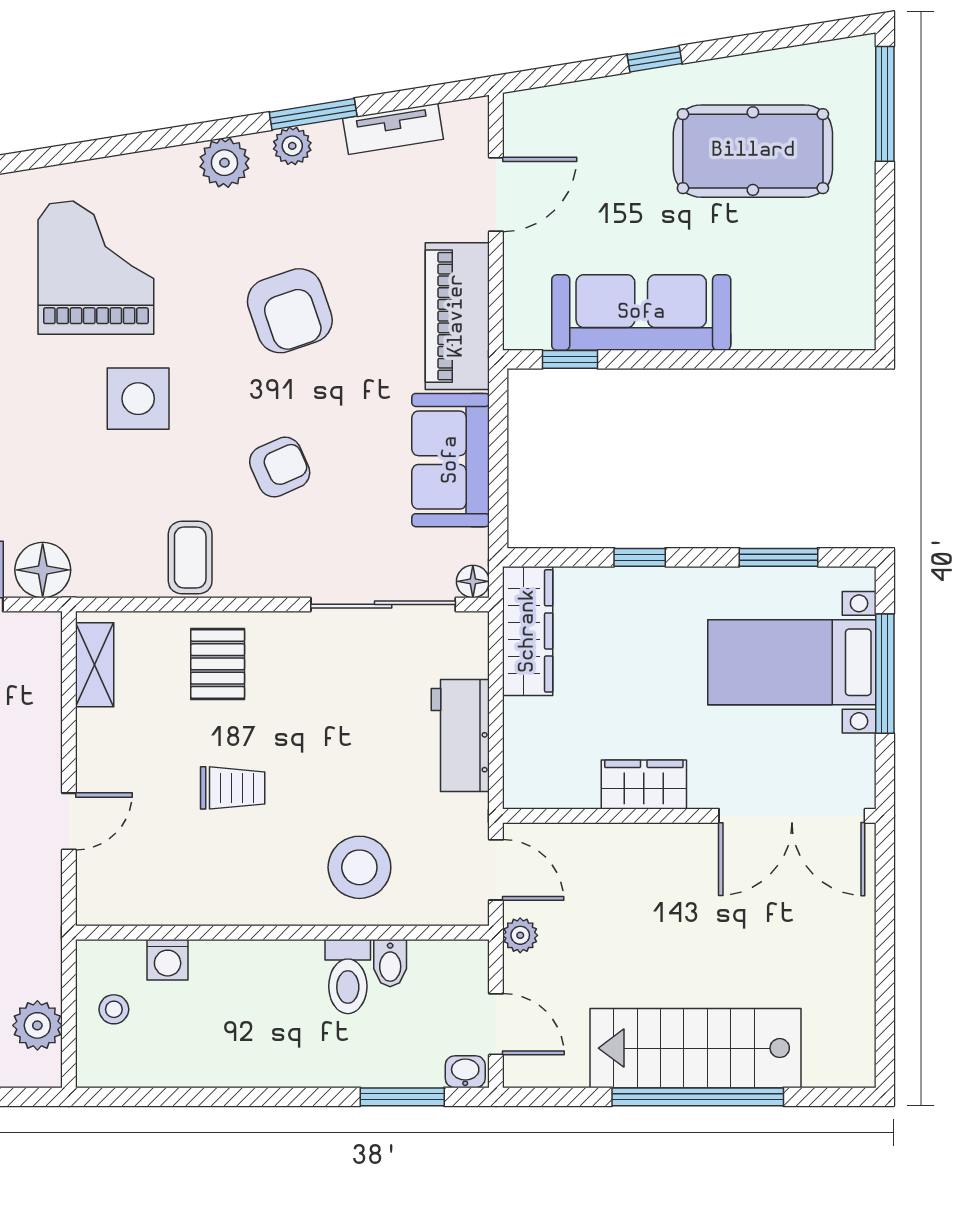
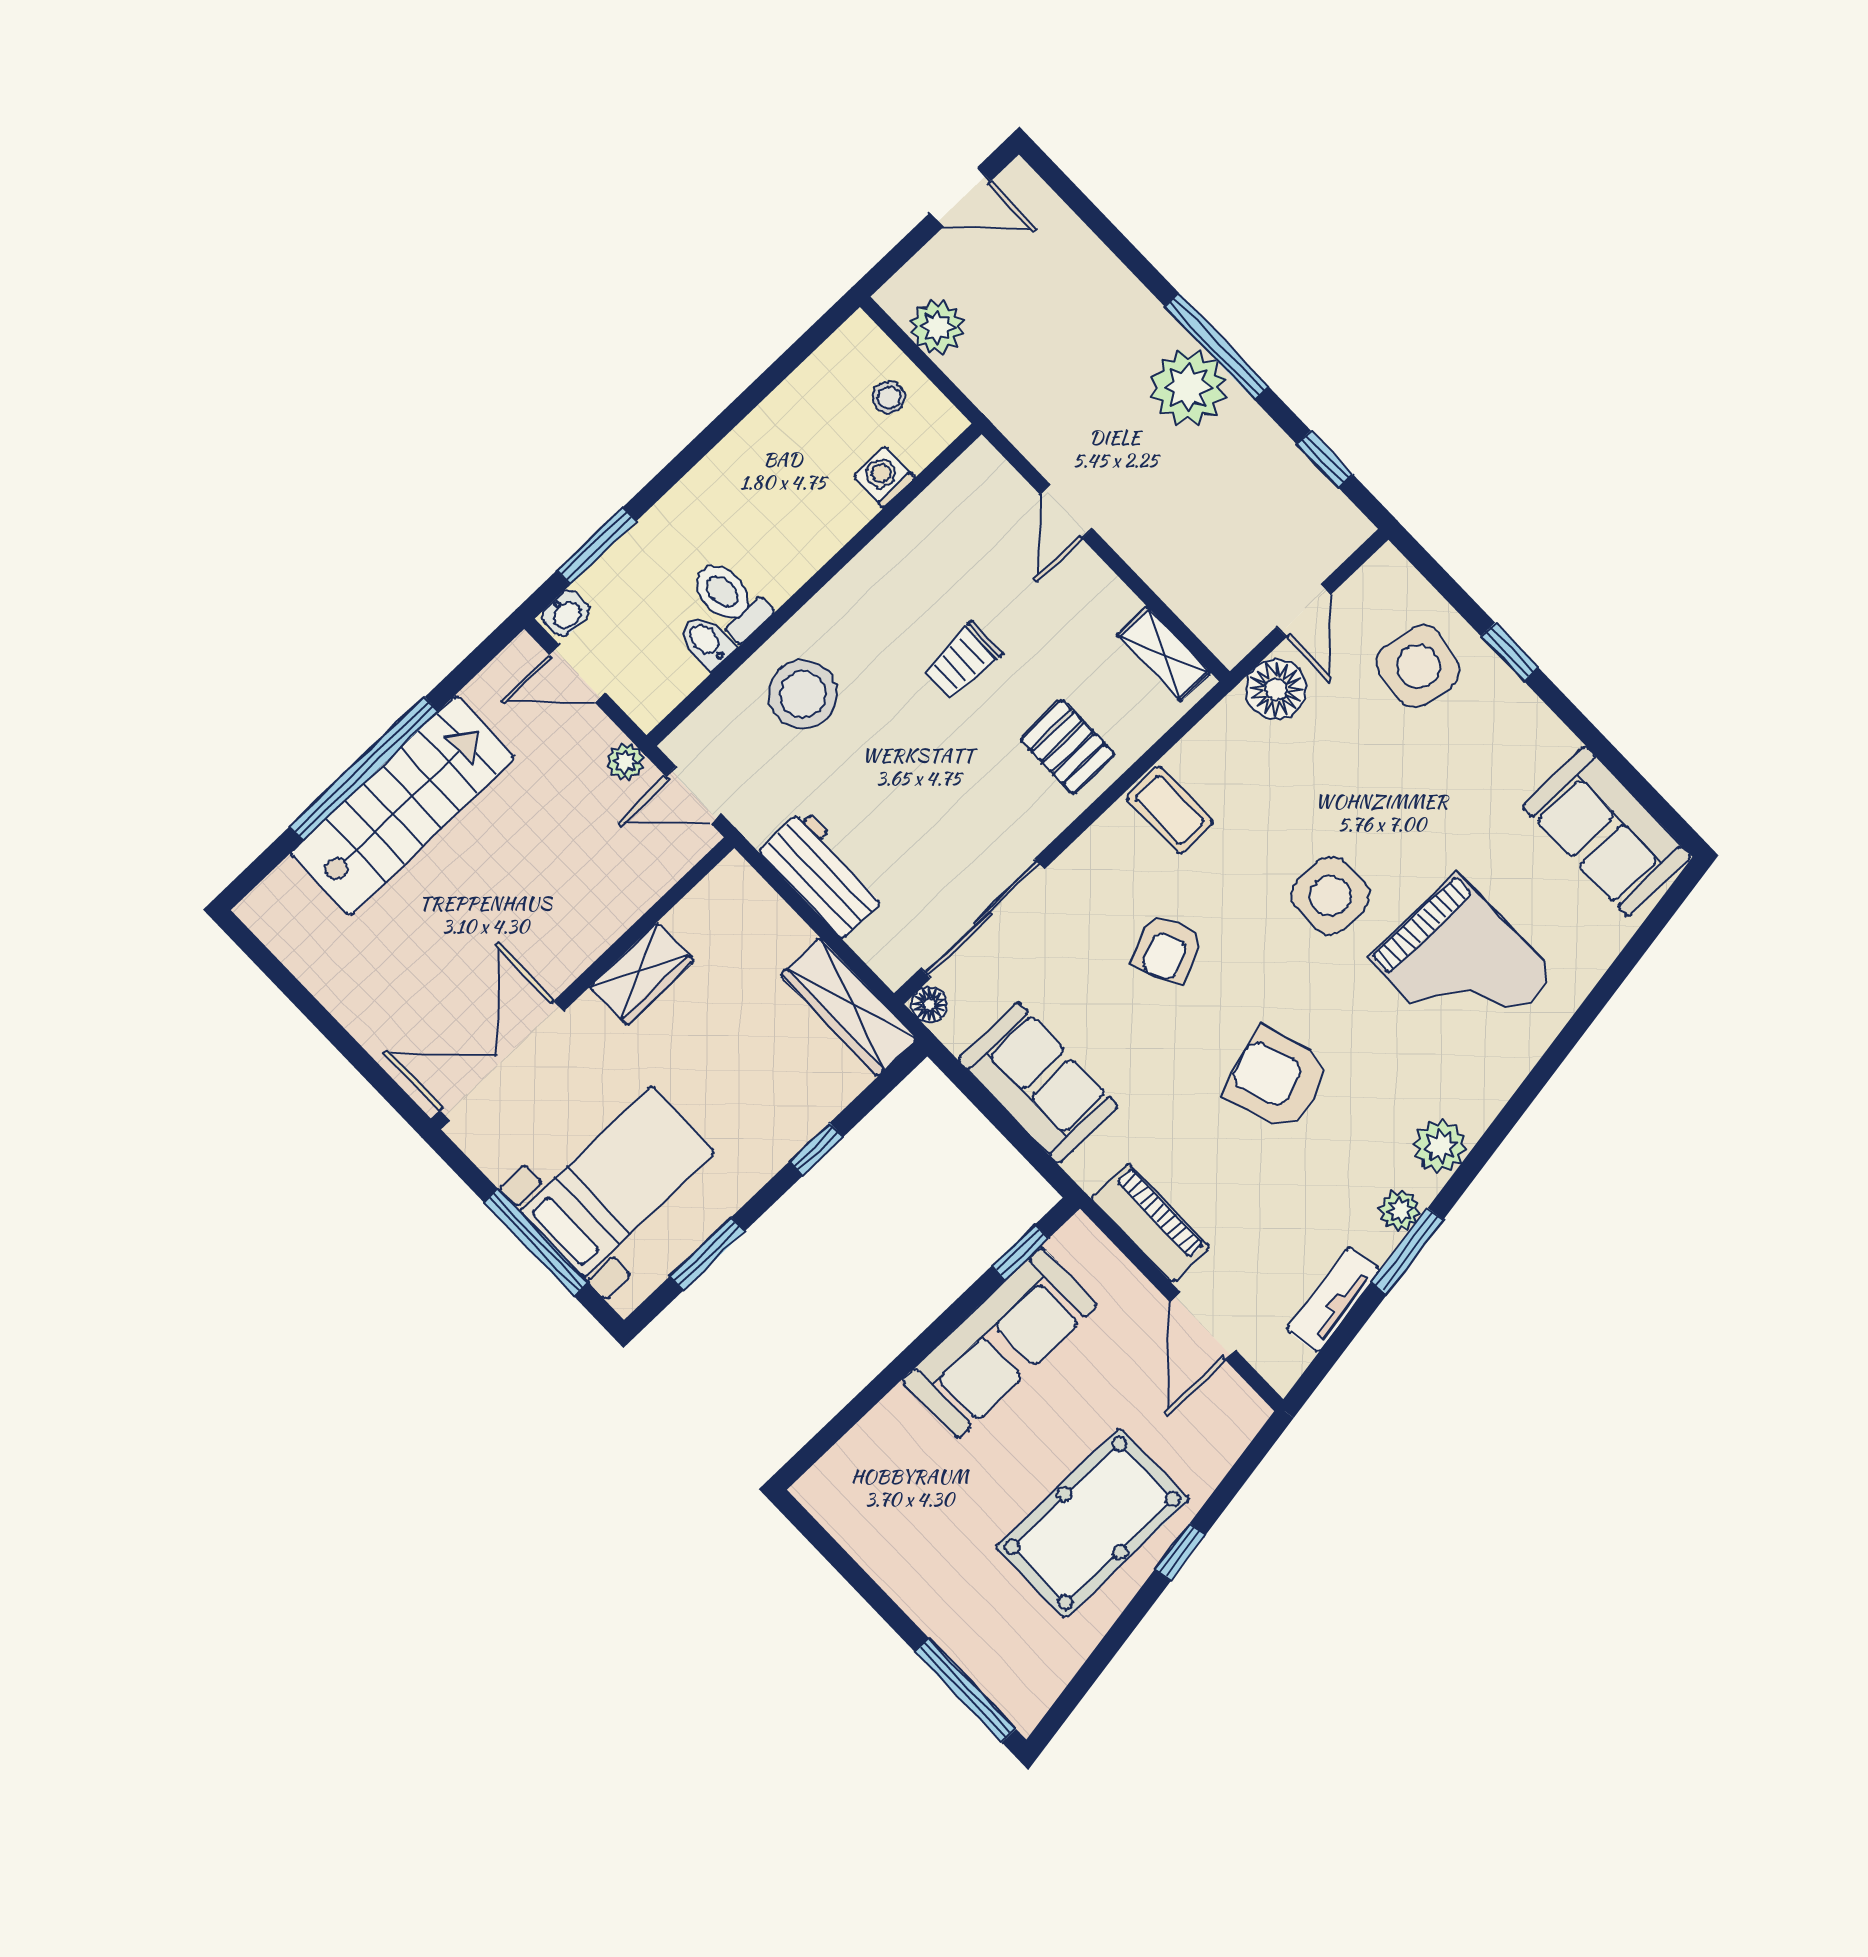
pool table: (753, 151) -> (1092, 1523), moved
piano: (457, 316) -> (1150, 1223), width x0.73, depth x0.75

